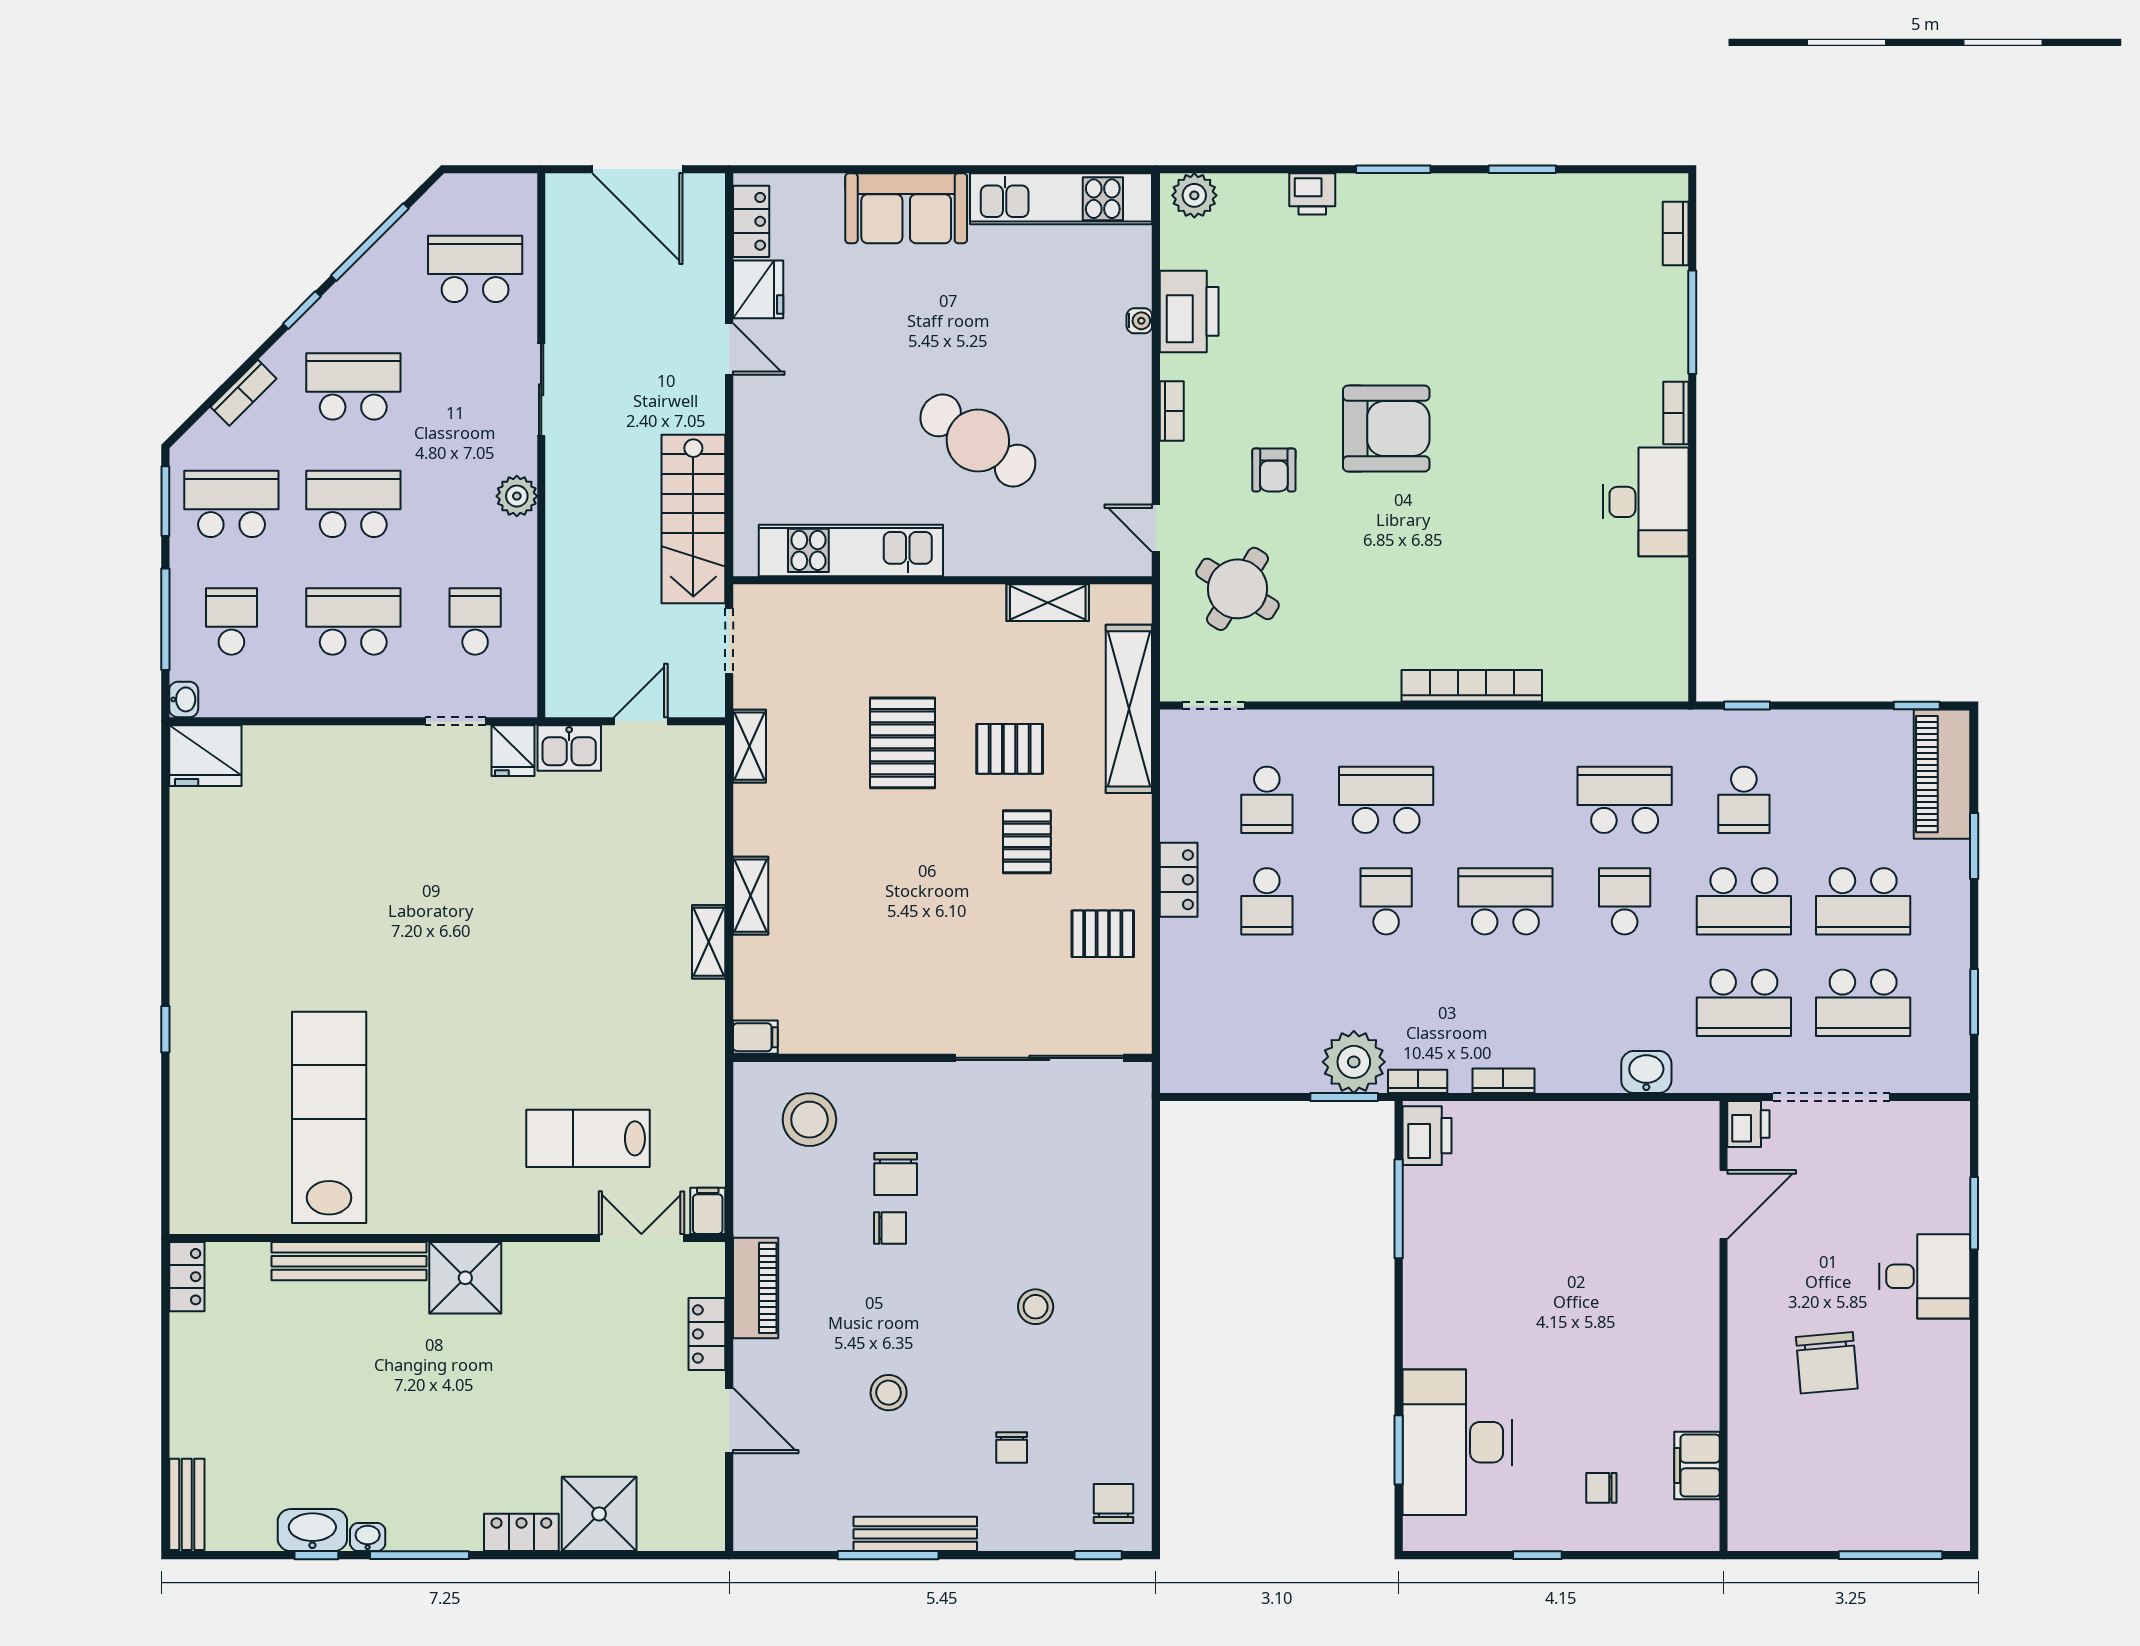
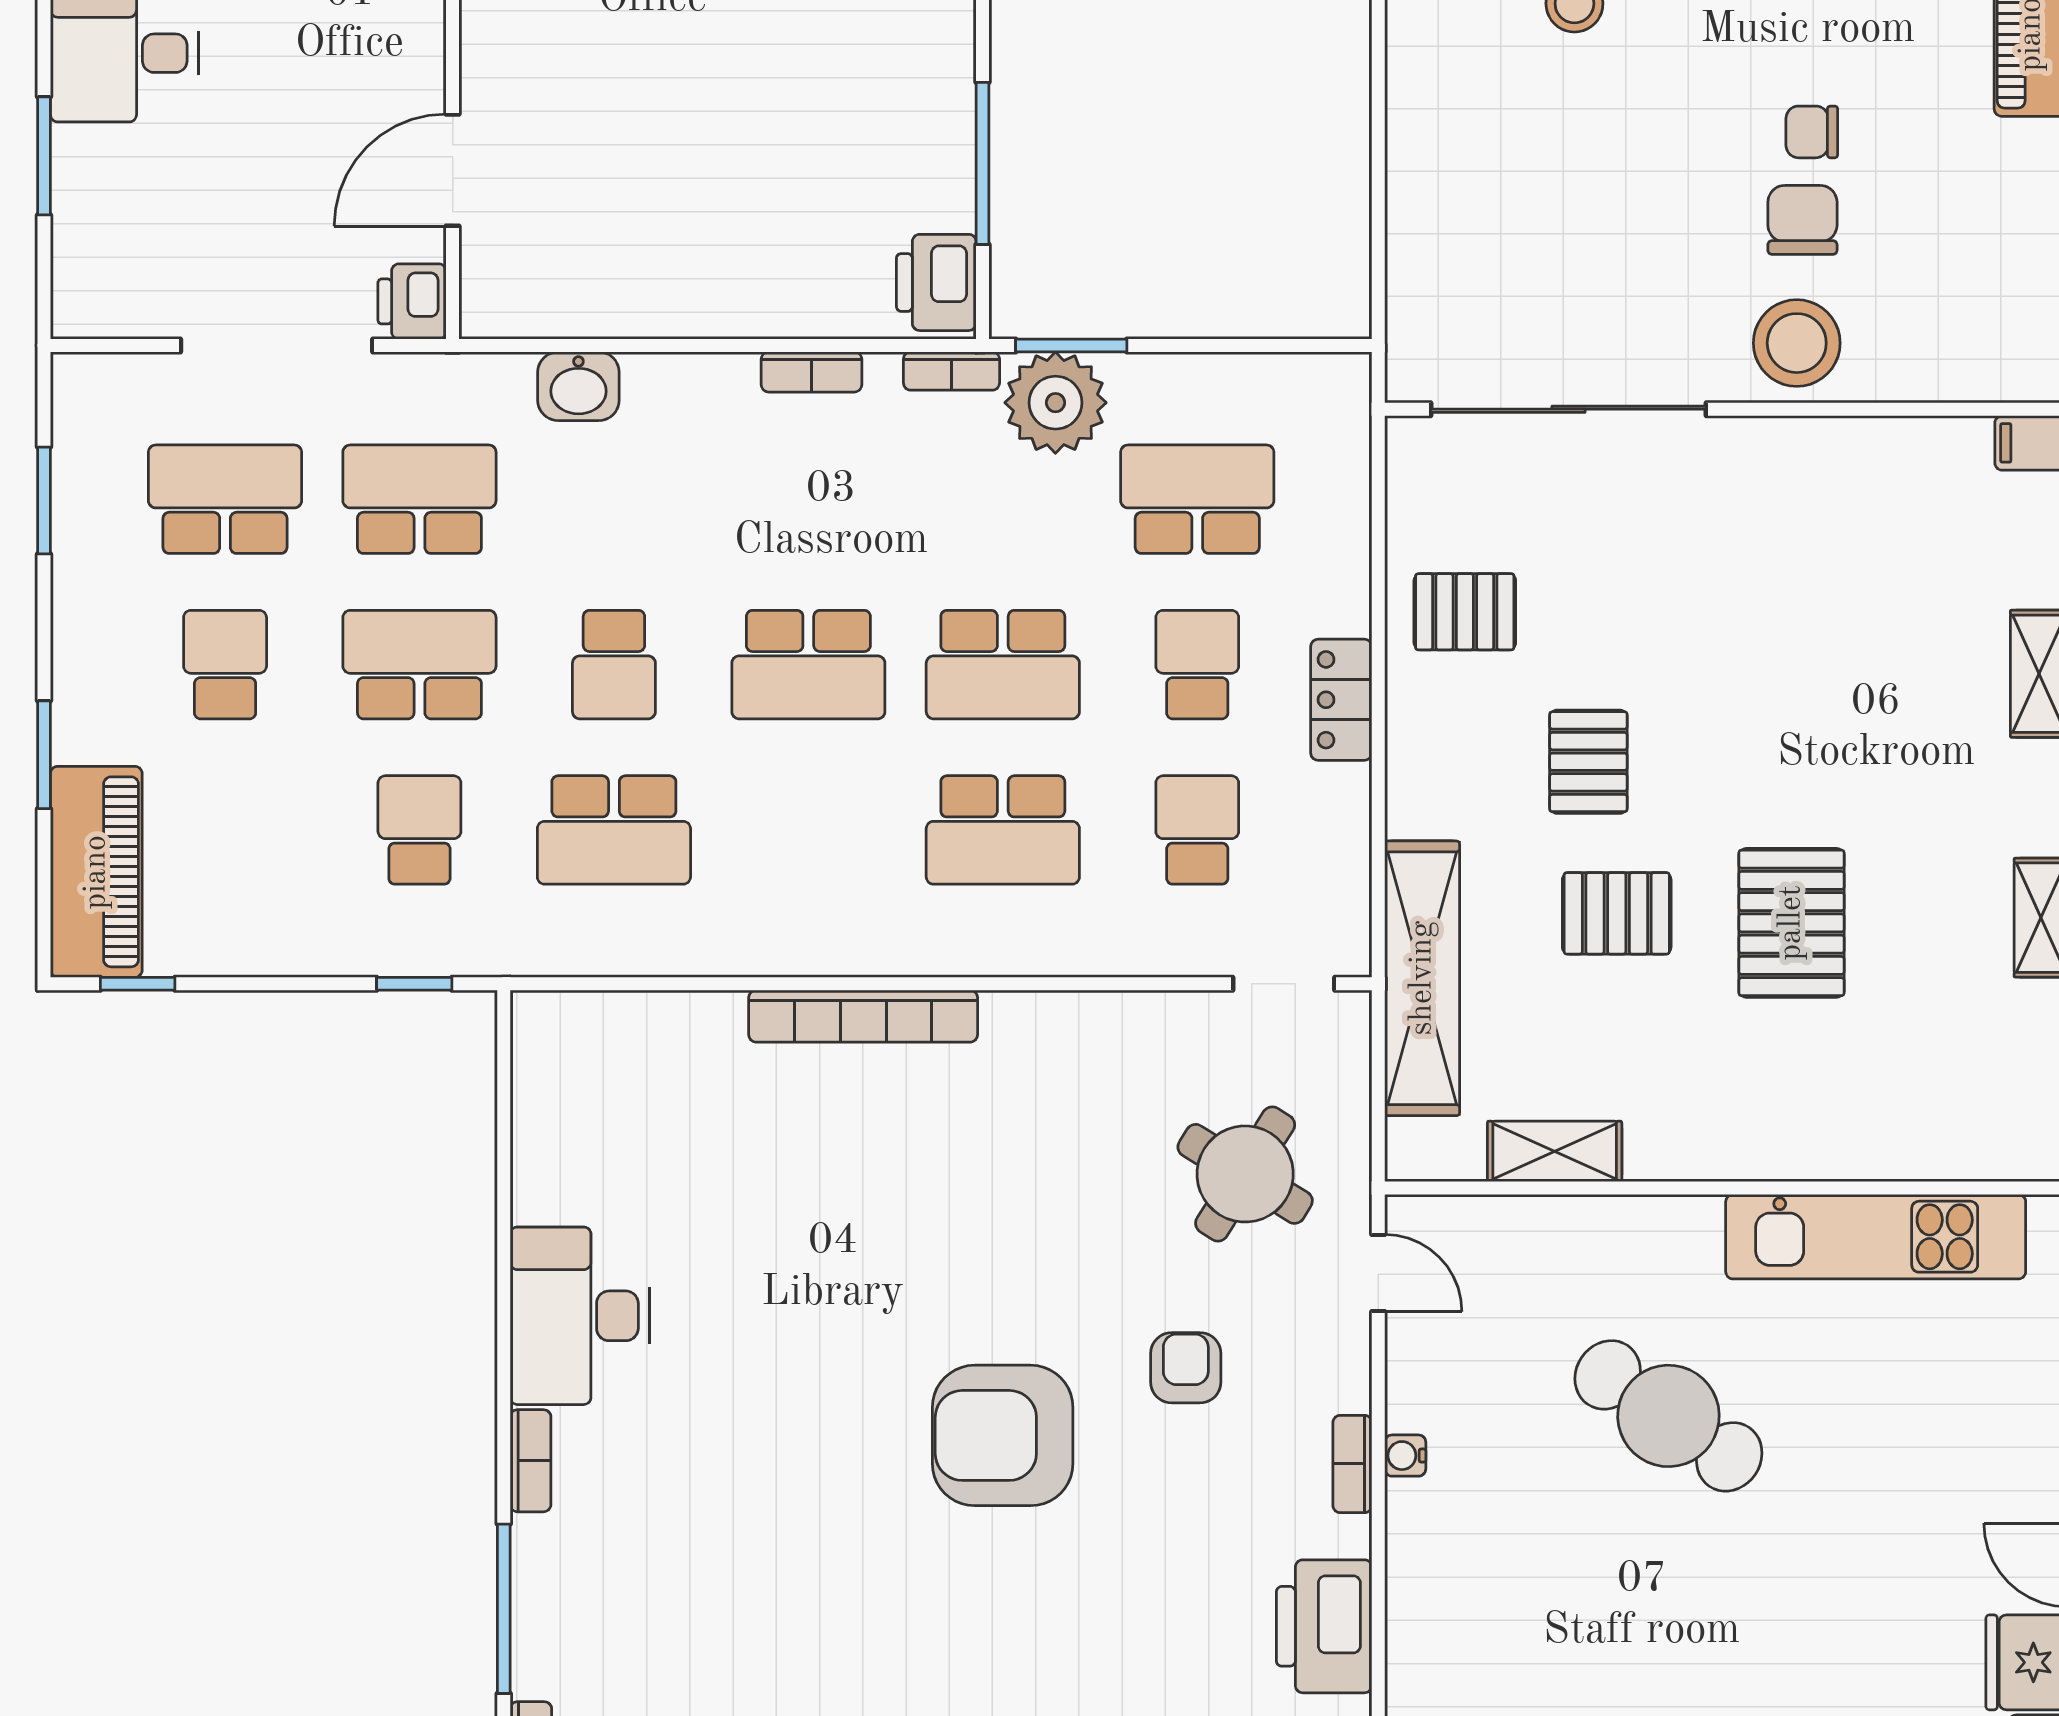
water cooler: (1139, 321) -> (1405, 1456), moved
school desk: (1386, 901) -> (1003, 665), width x1.85
school desk: (1863, 901) -> (225, 665), width x0.54
school desk: (1267, 1003) -> (1197, 499), added
stool: (809, 1120) -> (1797, 343), moved

